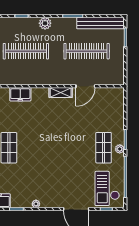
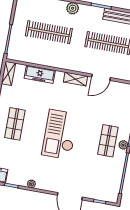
freezer: (20, 94) -> (40, 74), width x1.40
checkout: (107, 188) -> (60, 134), moved, width x1.36, depth x1.21

